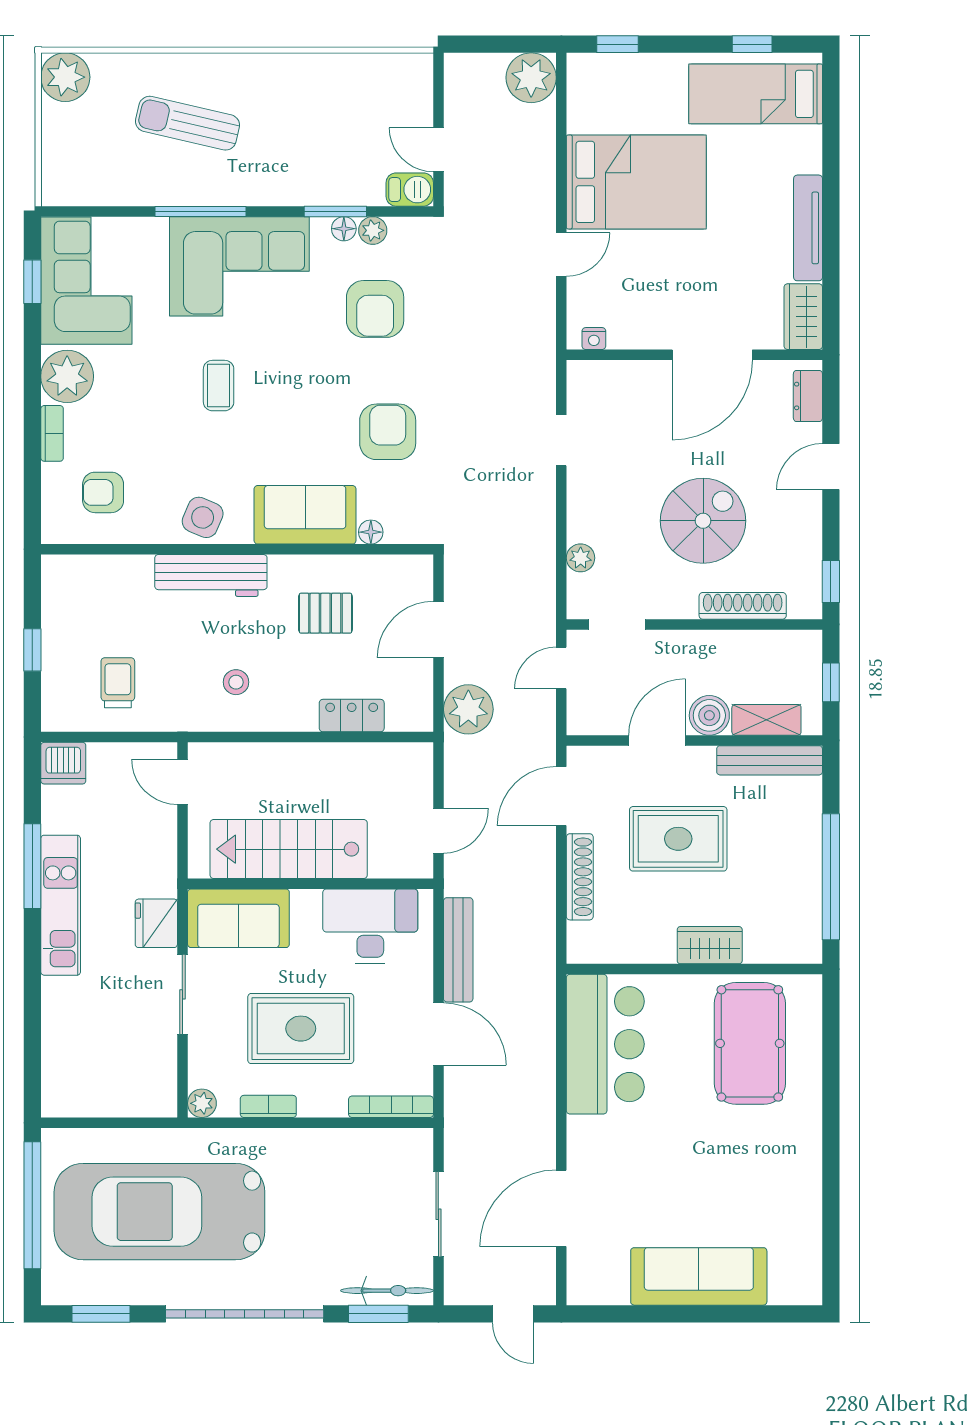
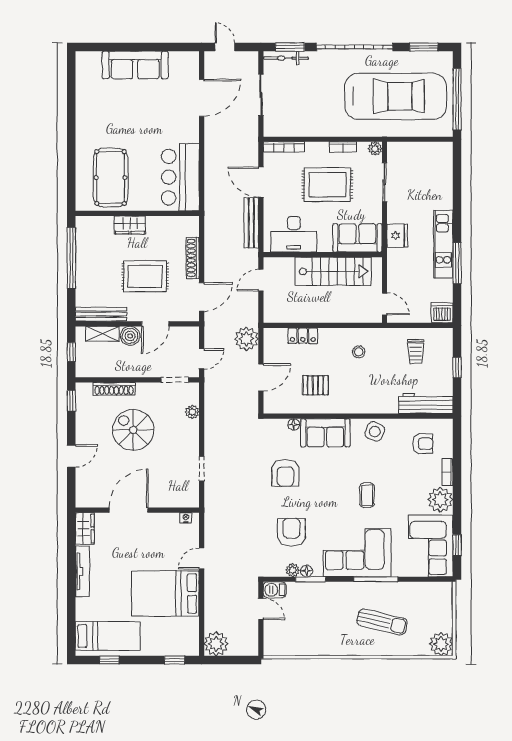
dresser: (808, 396) -> (82, 490), removed
spiral stairs: (703, 521) -> (133, 430), turned 90
workbench: (211, 575) -> (426, 403), moved
sliding door: (182, 994) -> (384, 182), moved

